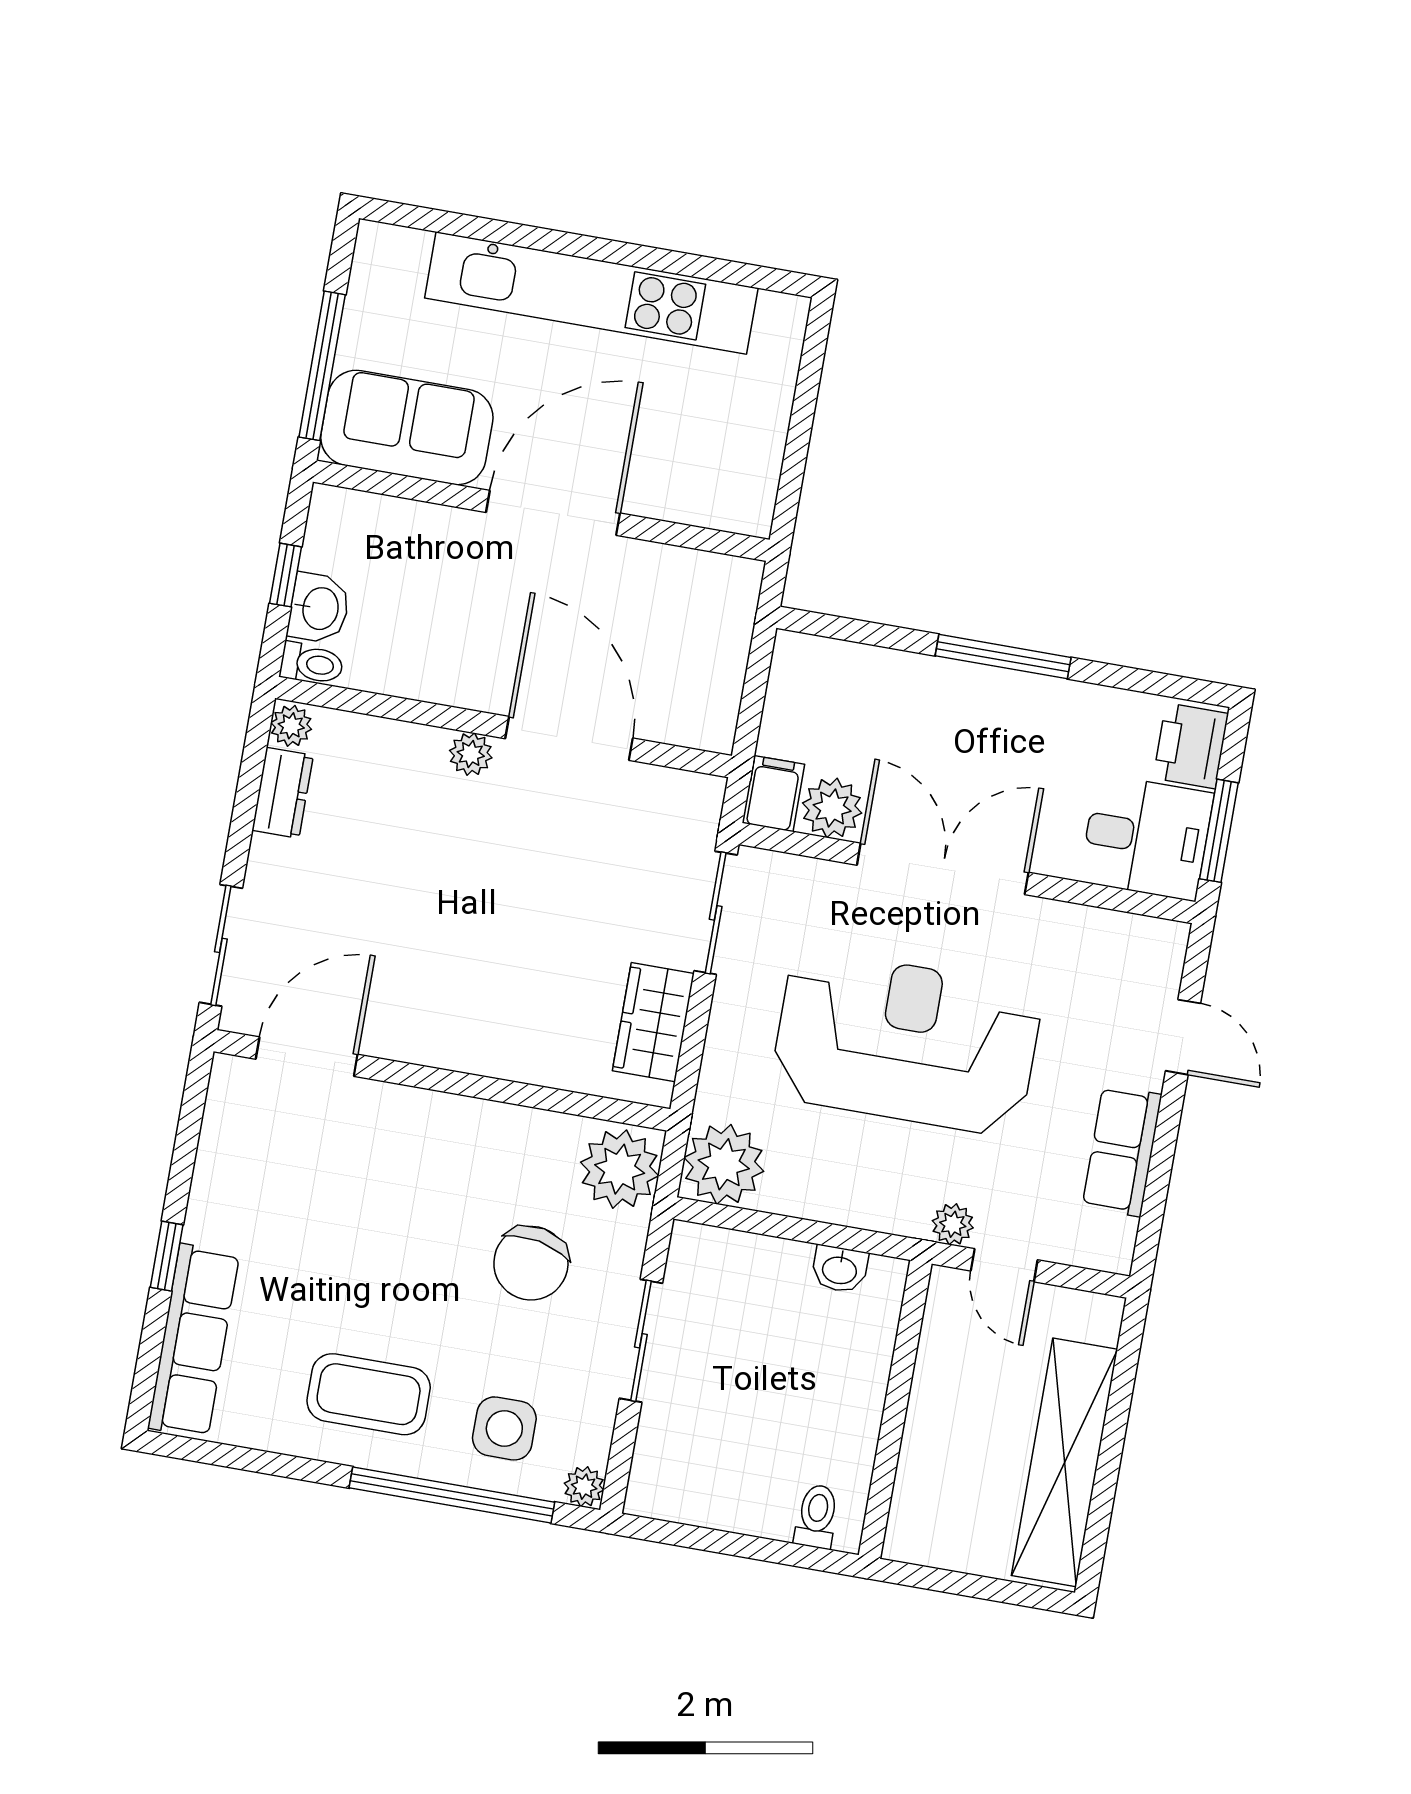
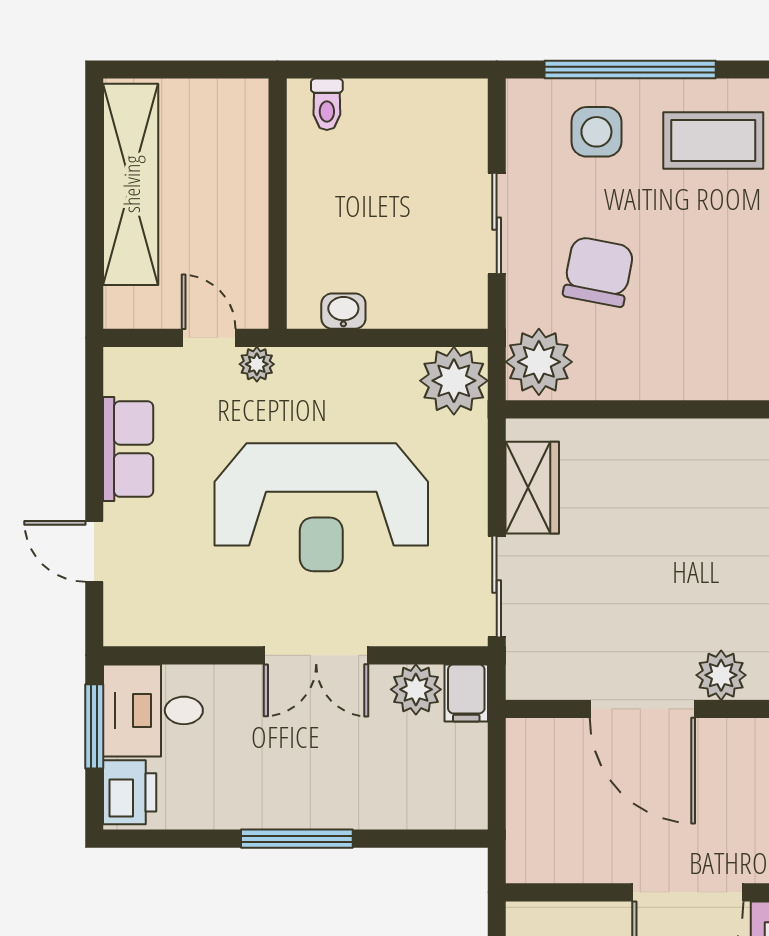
plant: (471, 754) -> (721, 675), width x1.38, depth x1.38
double door: (943, 869) -> (316, 655), width x0.73
plant: (584, 1487) -> (523, 95), removed

